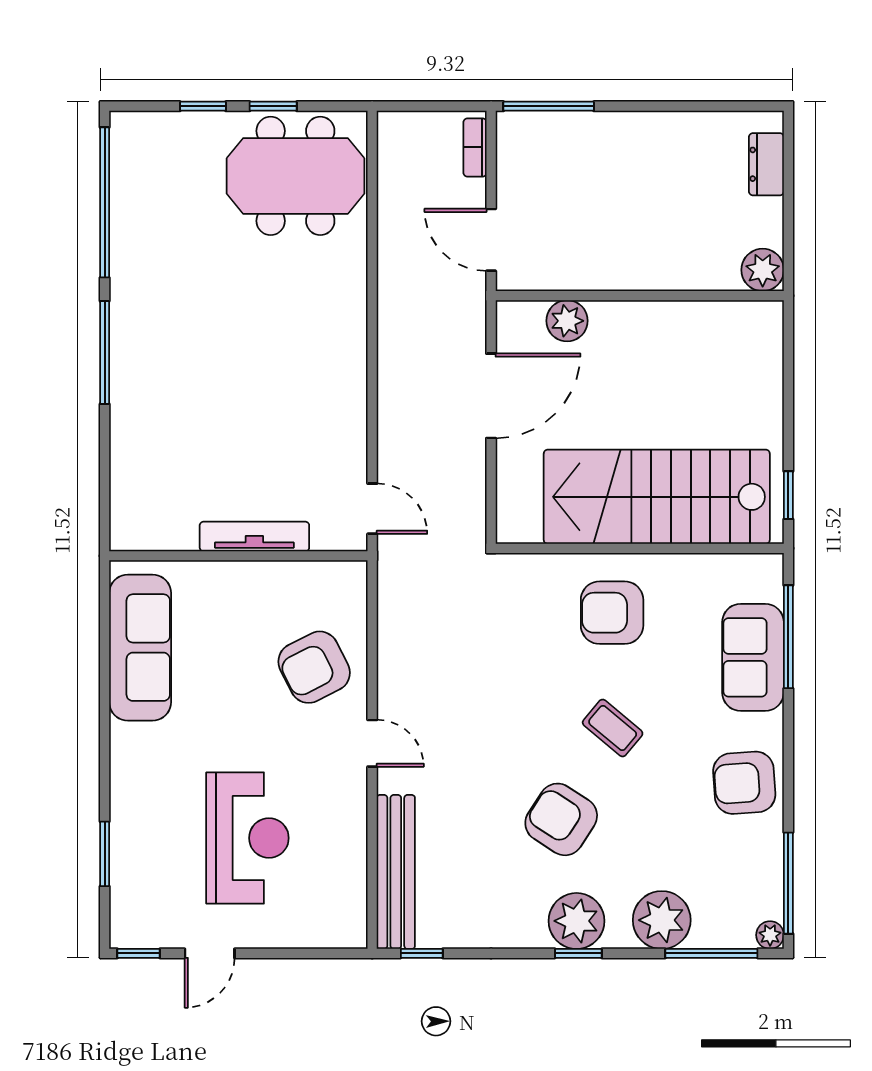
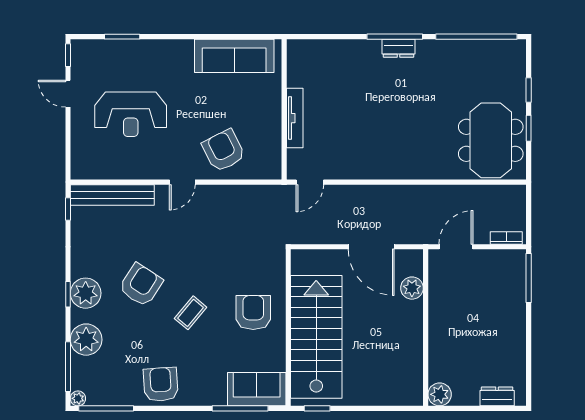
dresser: (126, 346) -> (399, 48), added
sofa: (753, 657) -> (257, 389), moved

